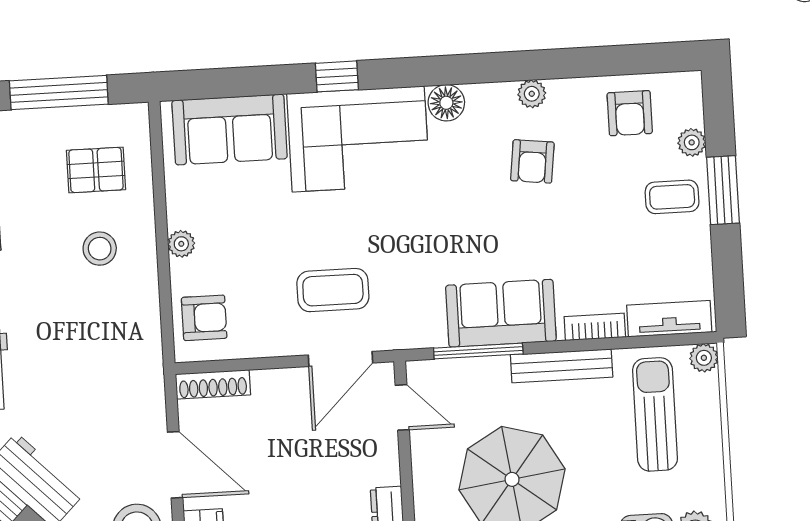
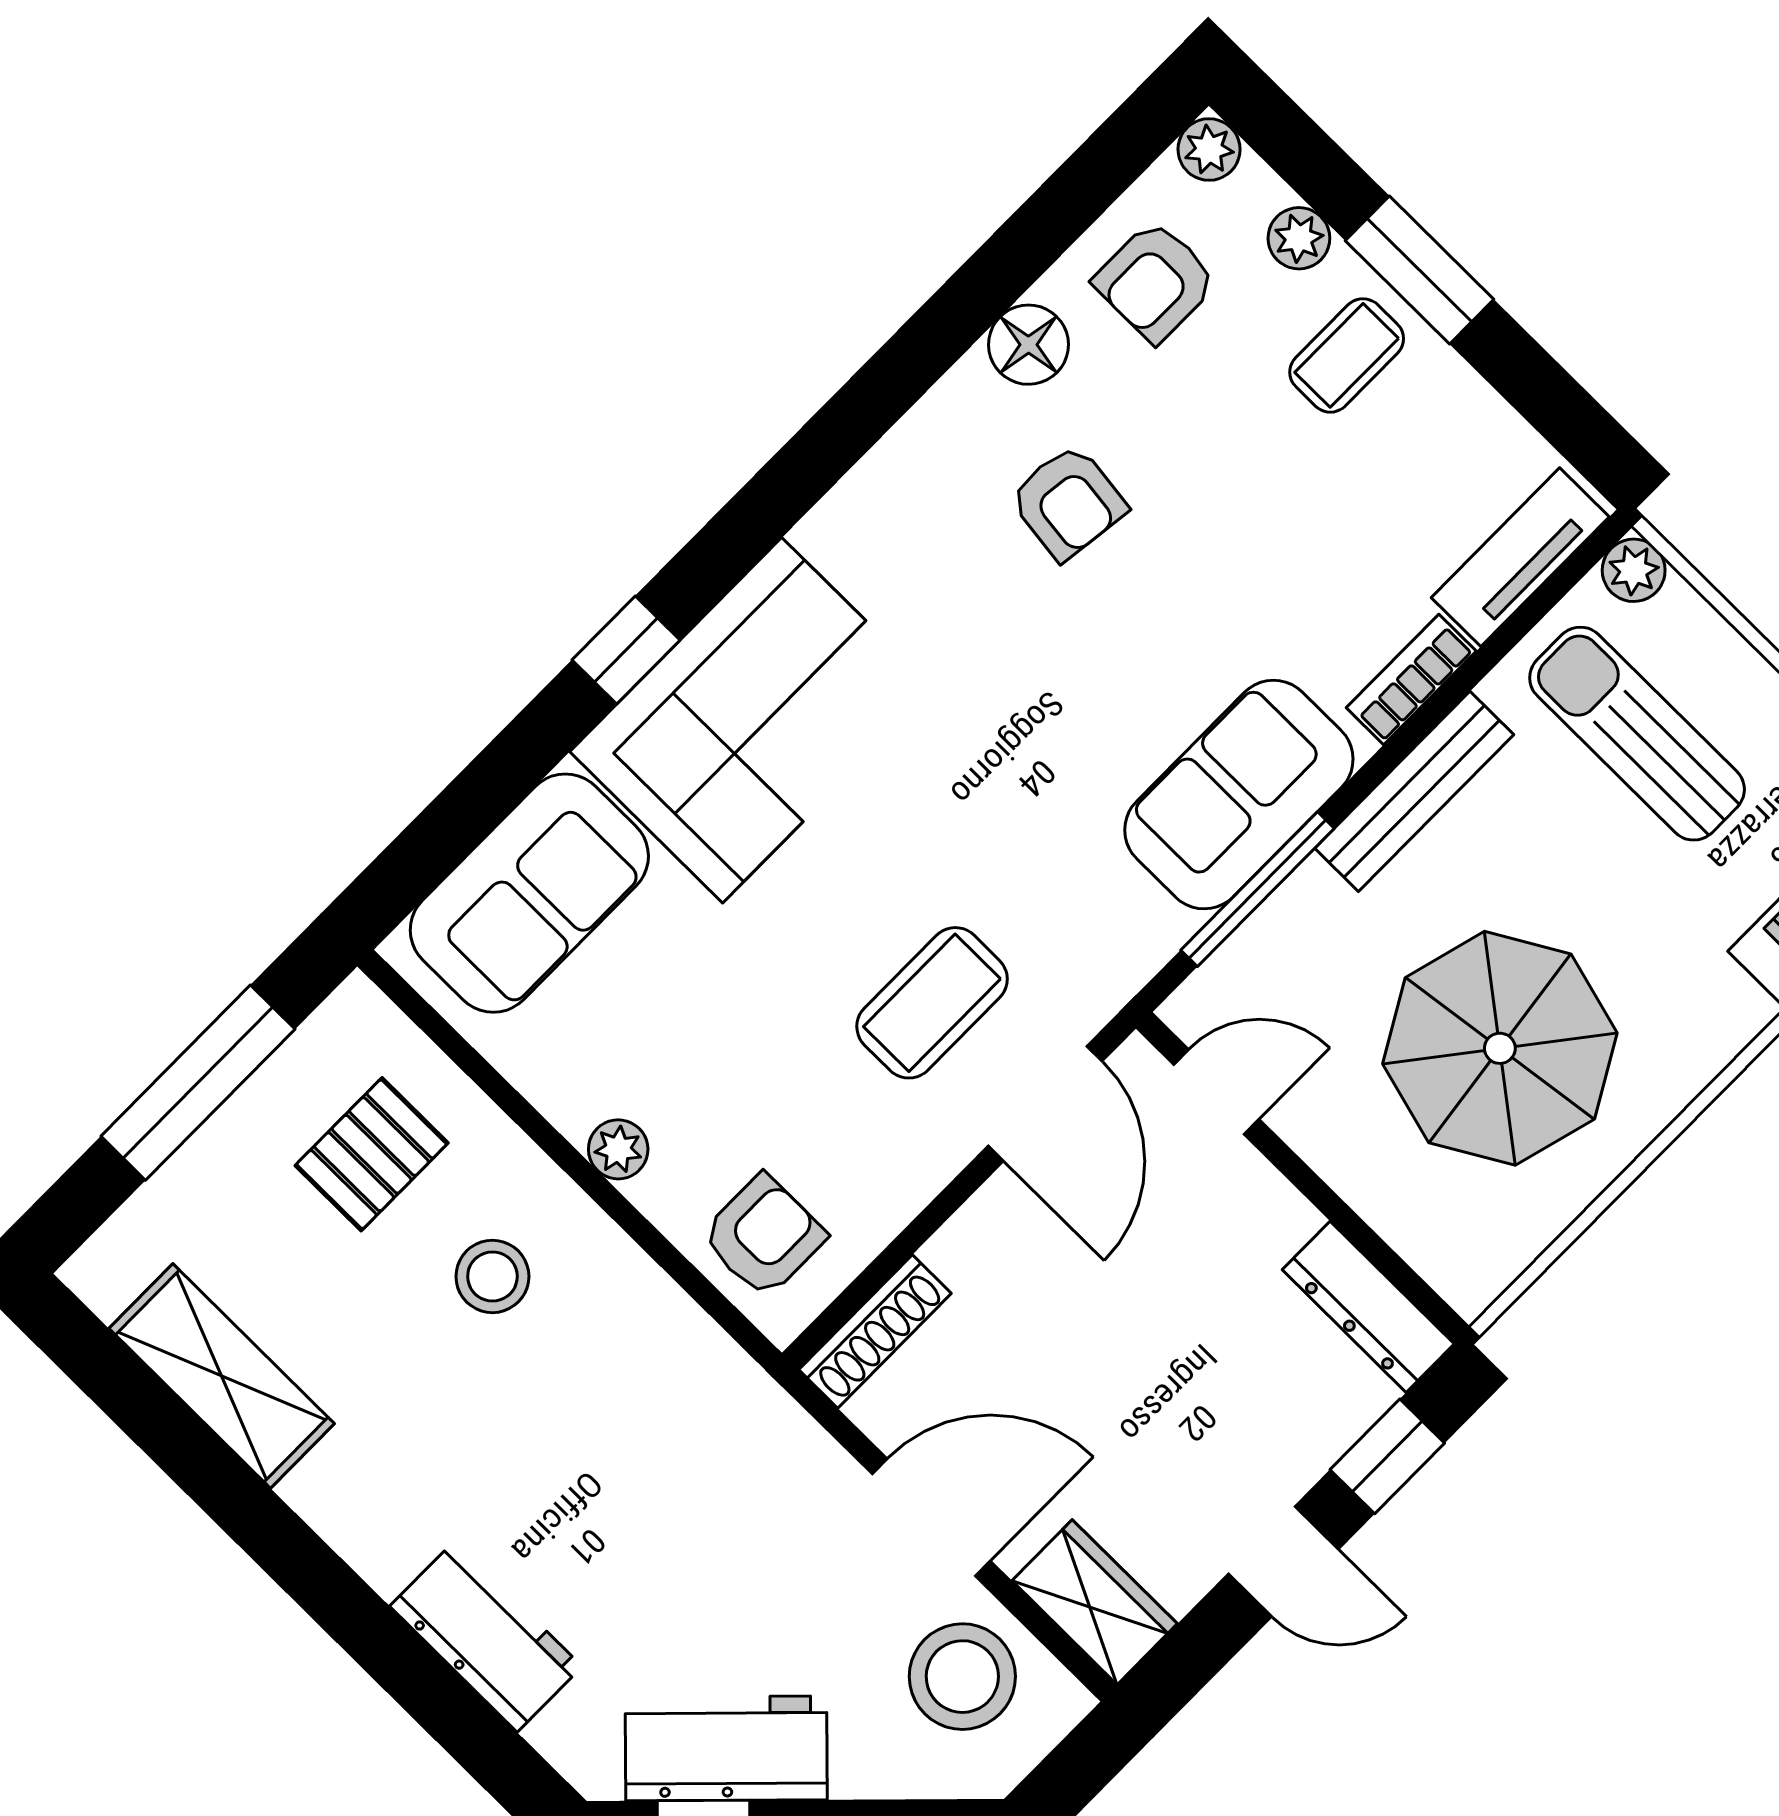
plant: (532, 94) -> (1209, 150), moved
floor lamp: (446, 103) -> (1028, 345), moved
armchair: (630, 113) -> (1155, 281), turned 90

